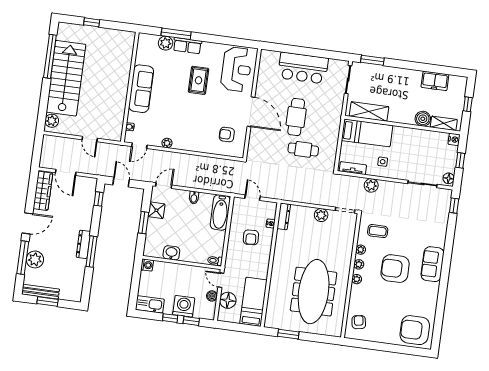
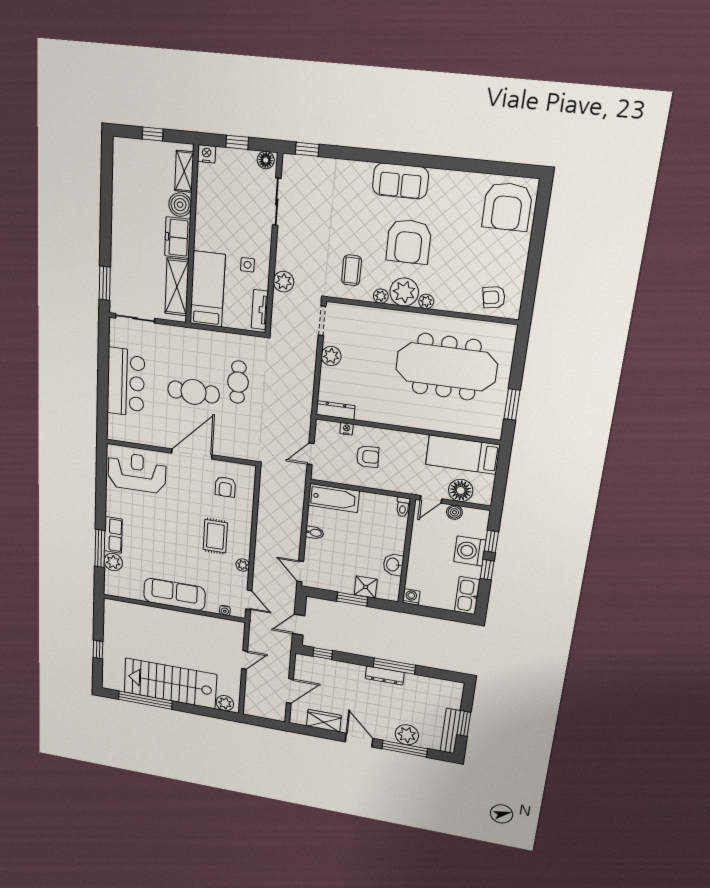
rug: (199, 80) -> (215, 536), moved, turned 90
freezer: (435, 81) -> (178, 238), moved, turned 180
wardrobe: (43, 191) -> (324, 721), width x0.67
shower: (156, 210) -> (366, 587), moved
plant: (359, 264) -> (404, 292), width x1.88, depth x1.88

